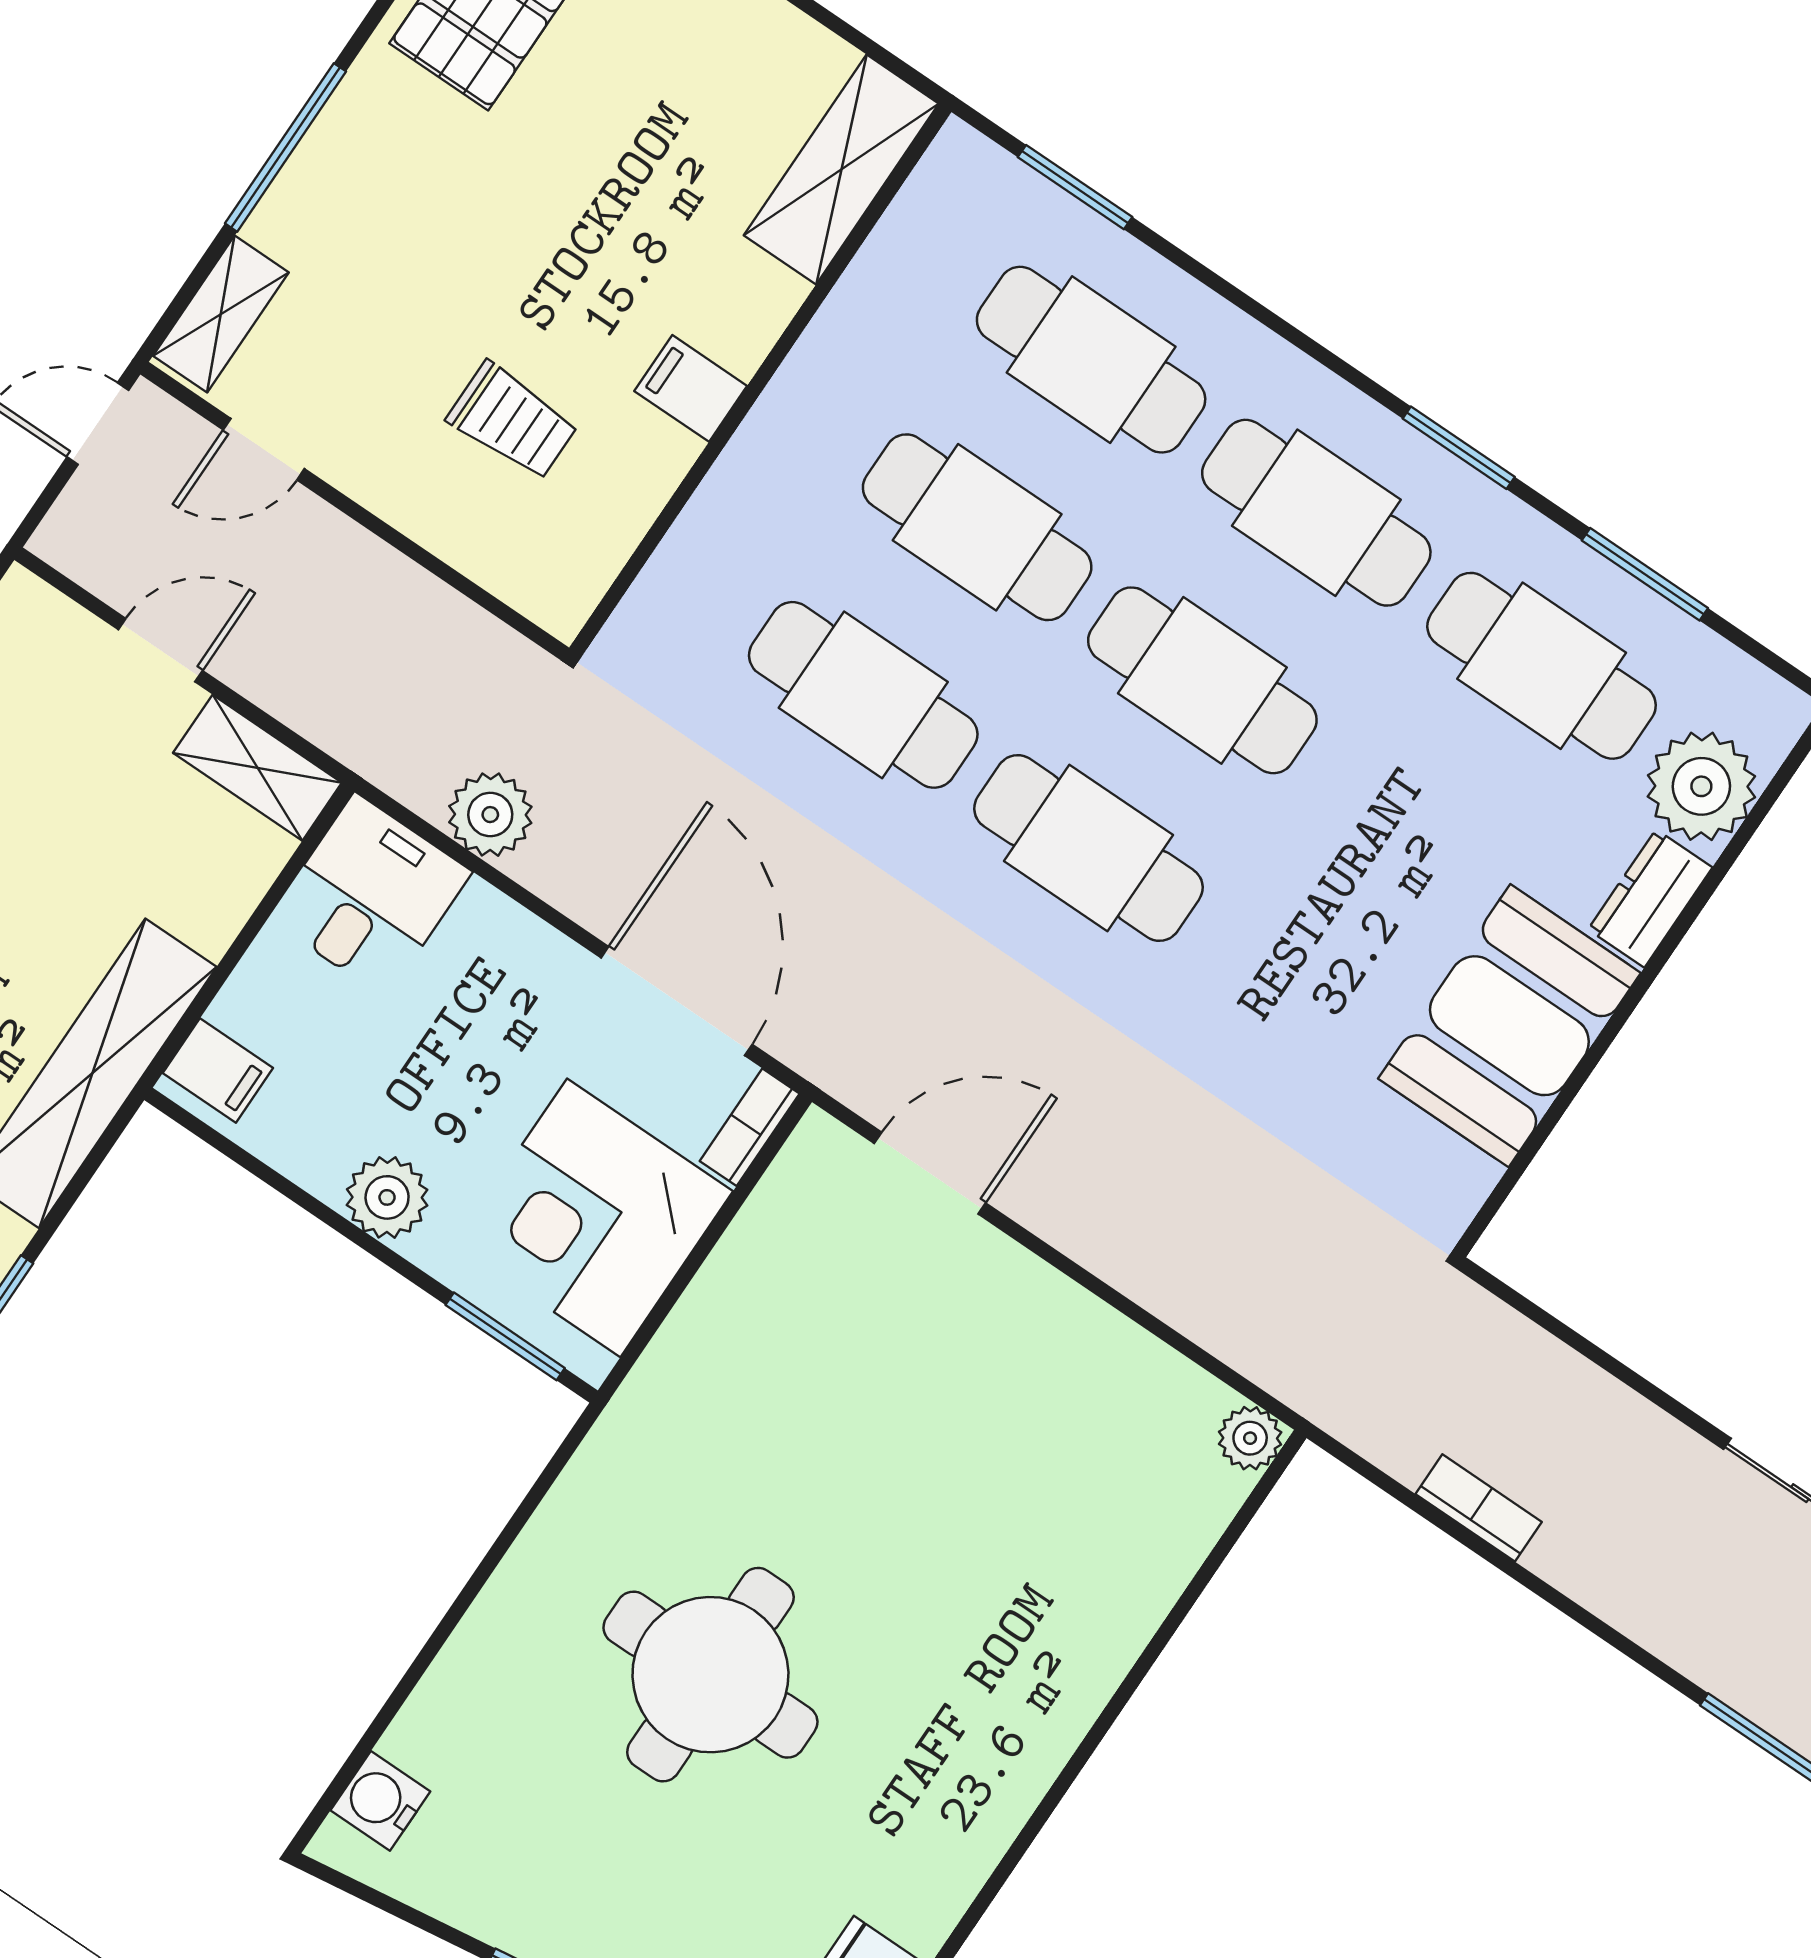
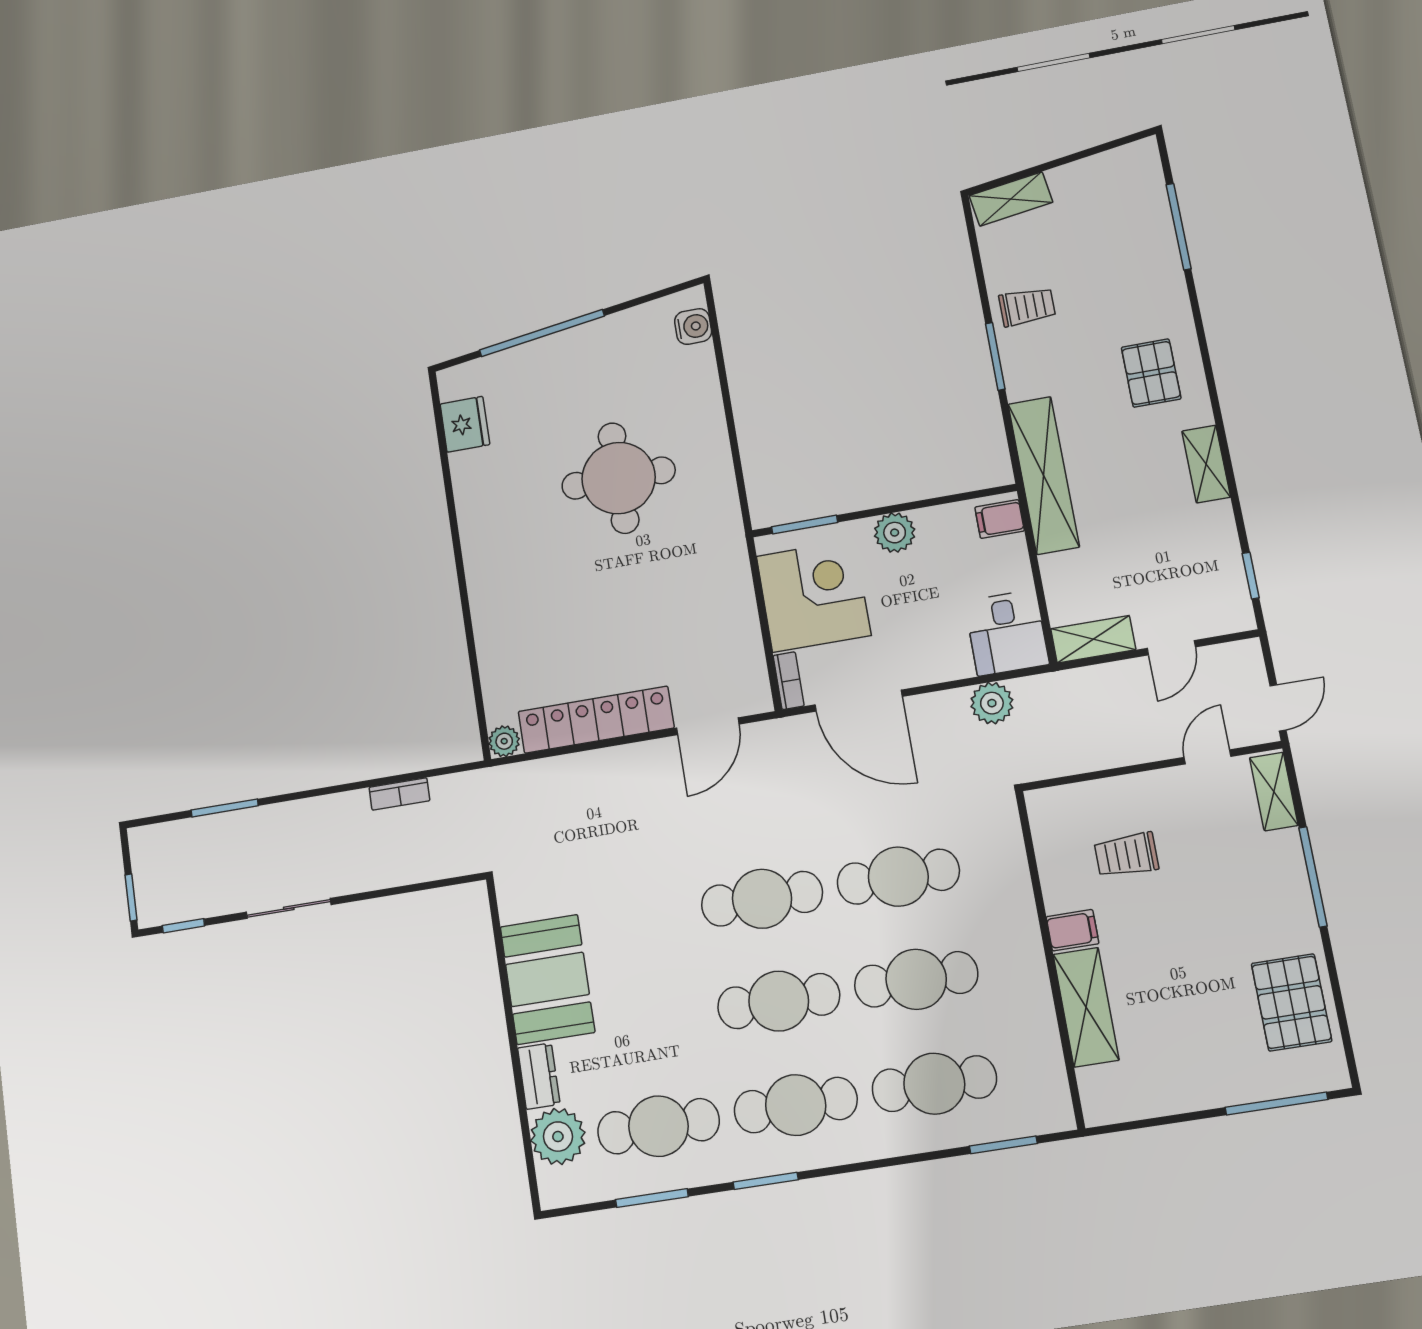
shelving: (841, 169) -> (1086, 1007), moved
locker: (1085, 1340) -> (596, 720), added

